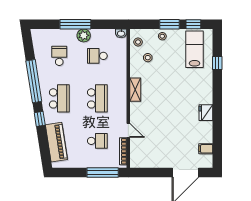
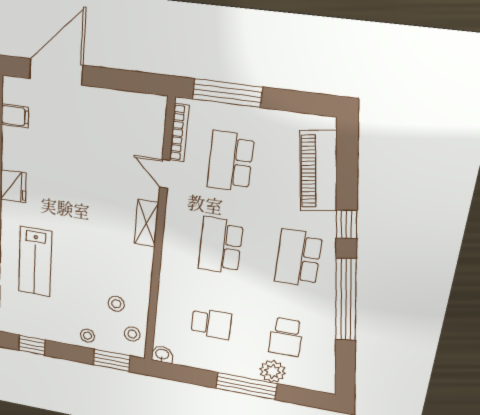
window: (169, 24) -> (112, 360), moved
plant: (84, 35) -> (272, 371), moved
lab bench: (195, 49) -> (35, 262), moved
shelving: (135, 90) -> (146, 223), moved
school desk: (97, 141) -> (230, 162), width x1.85

